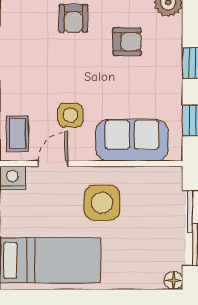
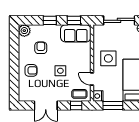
side table: (70, 115) -> (60, 71), moved
sofa: (132, 140) -> (76, 33), moved, turned -90

